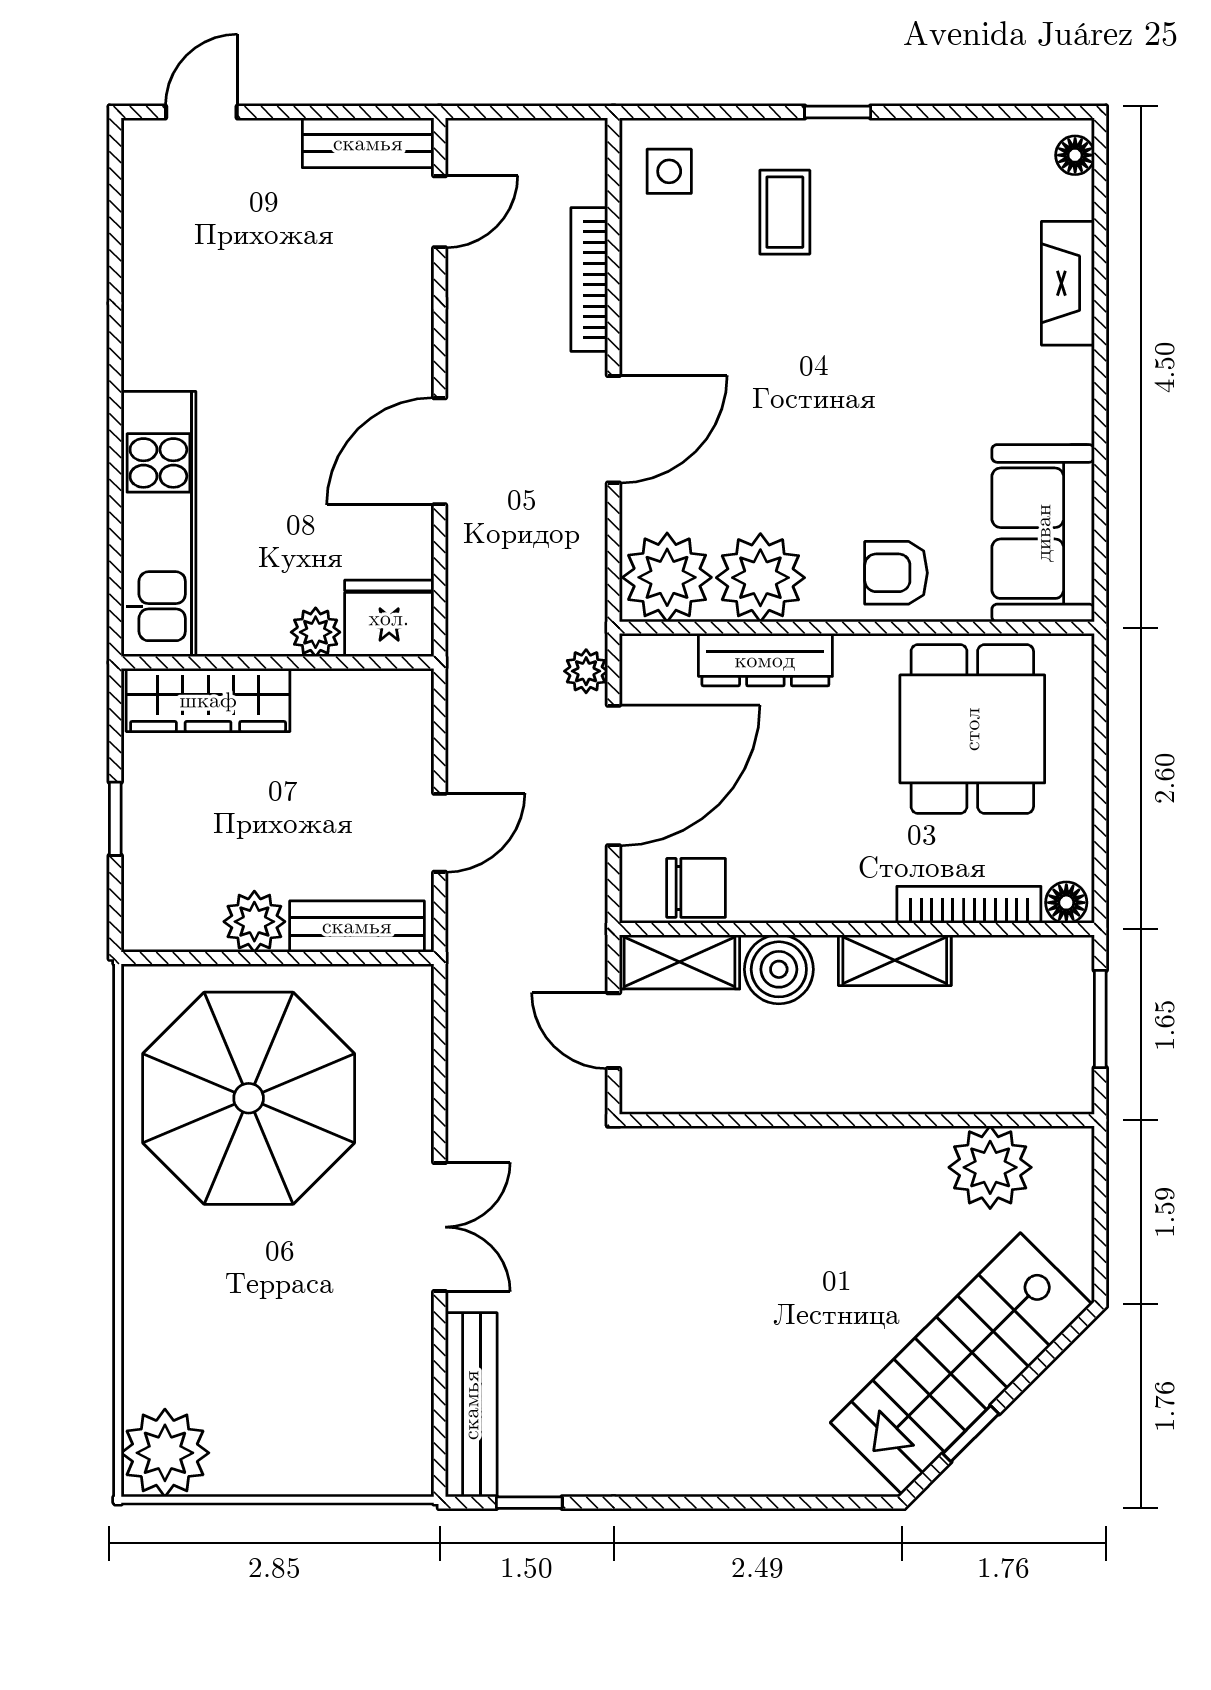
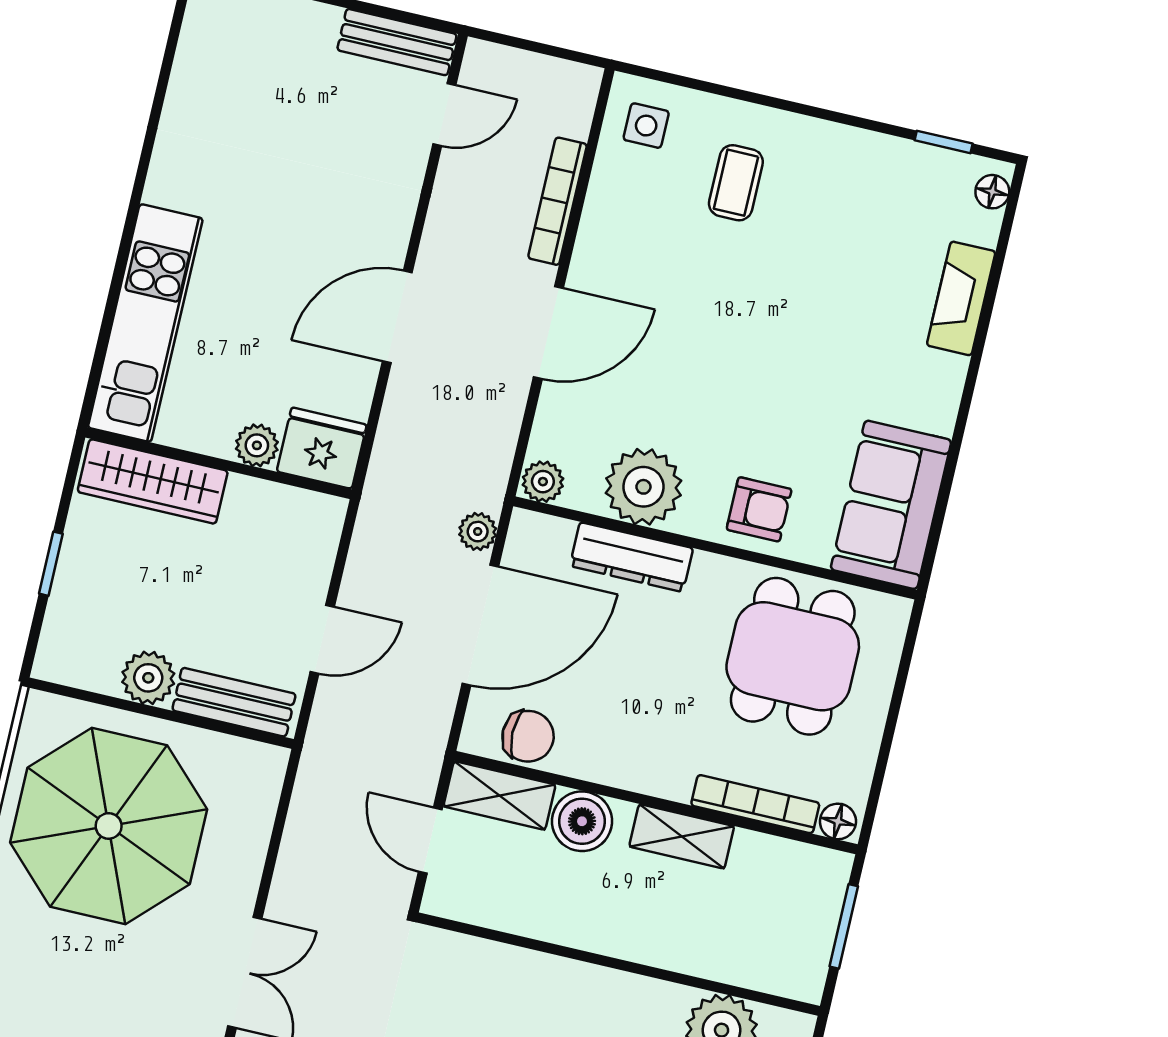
window: (838, 112) -> (944, 142), moved
armchair: (896, 573) -> (759, 509), turned 180
plant: (667, 577) -> (543, 482), width x0.53, depth x0.53

